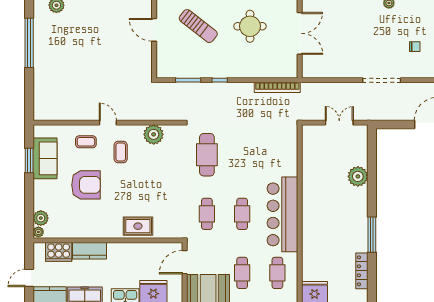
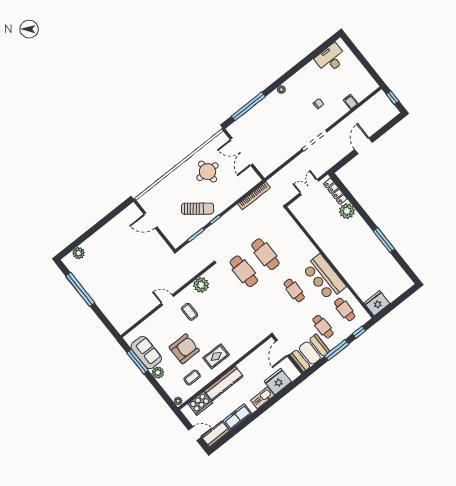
sun lounger: (198, 26) -> (198, 209), moved
double door: (300, 33) -> (241, 152), swing flipped
coffee table: (86, 142) -> (192, 378), moved
window: (29, 160) -> (138, 362), width x1.44
cafe table: (207, 214) -> (265, 254), moved, width x1.37, depth x1.35
bar counter: (282, 214) -> (324, 277), width x0.73
plant: (41, 218) -> (158, 373), moved
rug: (138, 226) -> (216, 356), moved
kitchen counter: (89, 251) -> (224, 383), width x1.50
locker: (362, 271) -> (335, 191), moved
door: (29, 278) -> (195, 434), swing flipped

